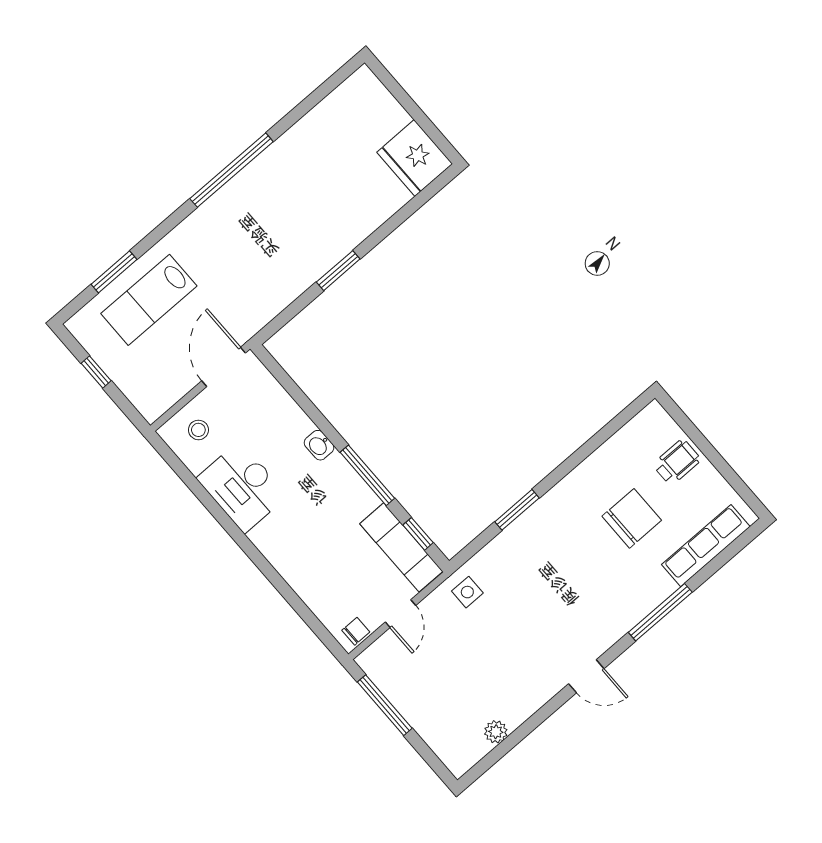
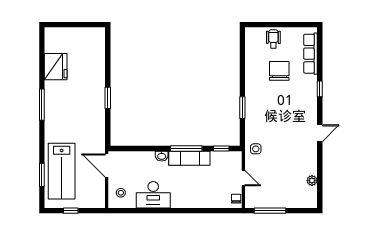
fridge: (415, 158) -> (56, 67), moved, turned -90
window: (232, 170) -> (42, 105), width x0.68
lab bench: (149, 300) -> (62, 171), width x1.36, depth x1.39
exam couch: (401, 547) -> (189, 158), moved
window: (660, 612) -> (320, 89), width x0.46

